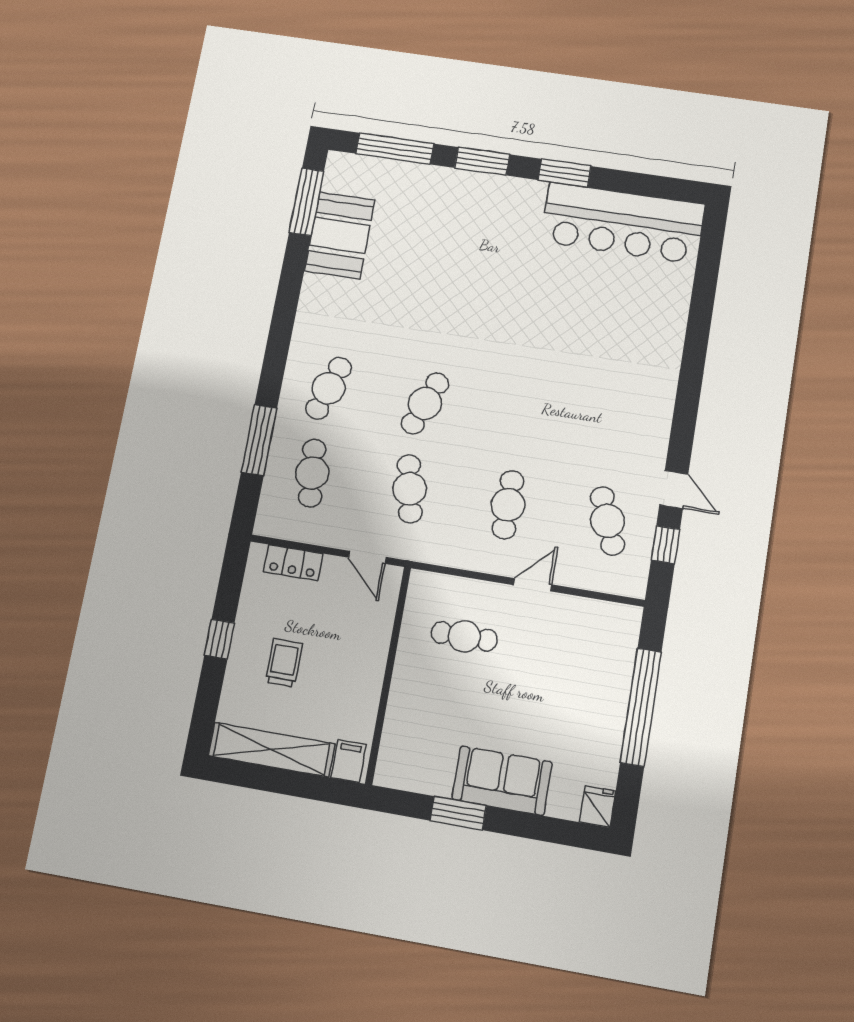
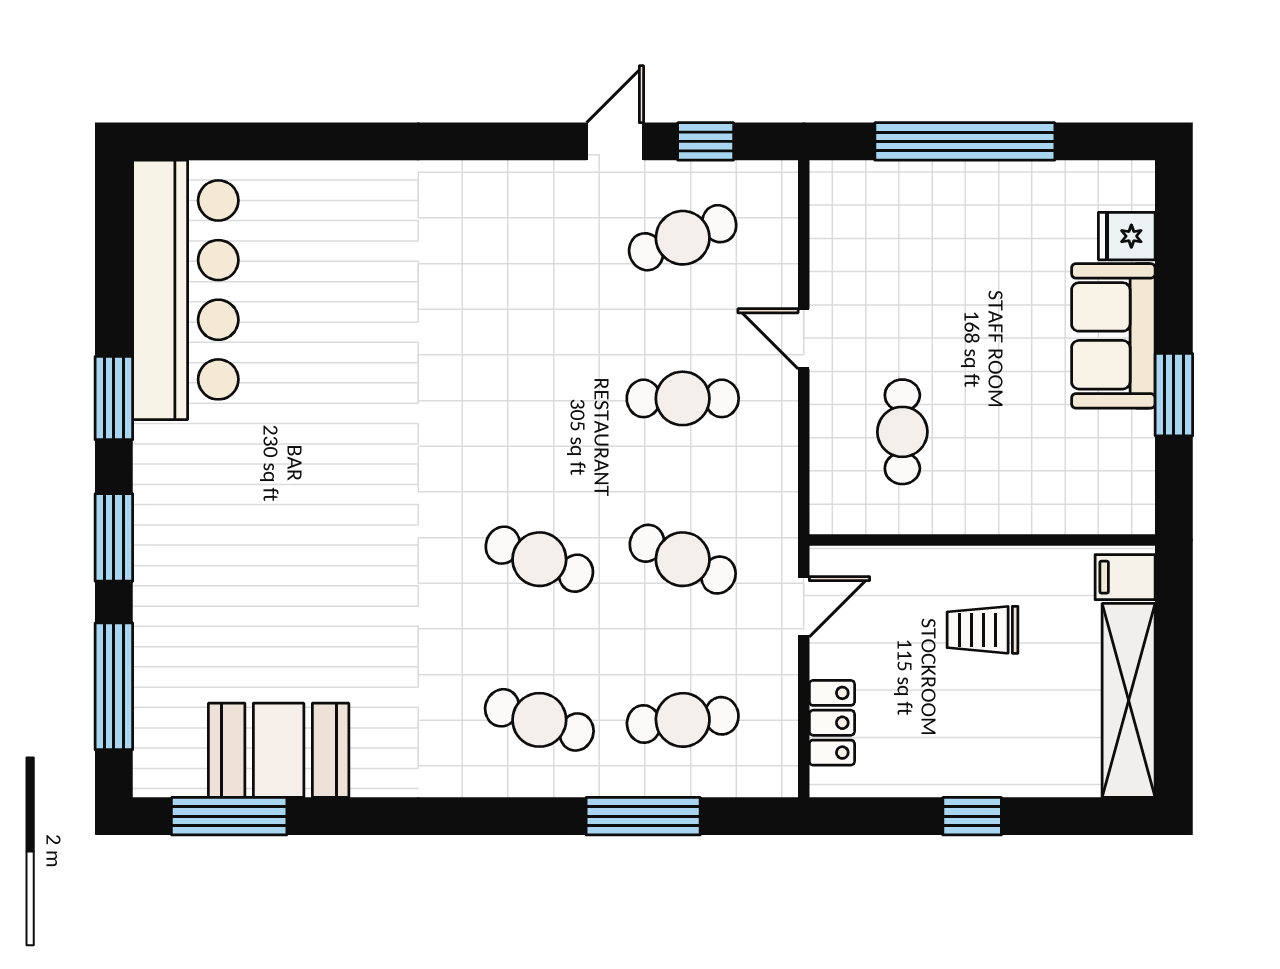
cafe table: (410, 489) -> (683, 559), turned 36
trolley: (284, 663) -> (983, 630), moved
fridge: (598, 807) -> (1127, 236), moved

